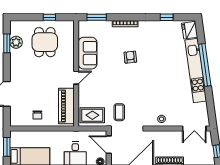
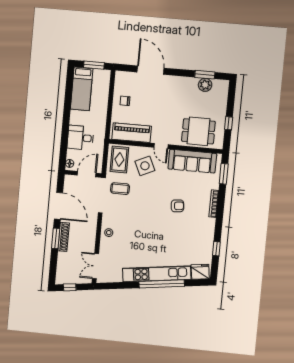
dining table: (45, 42) -> (198, 131), moved
sofa: (88, 53) -> (192, 161), width x1.36
side table: (96, 91) -> (145, 166), added

